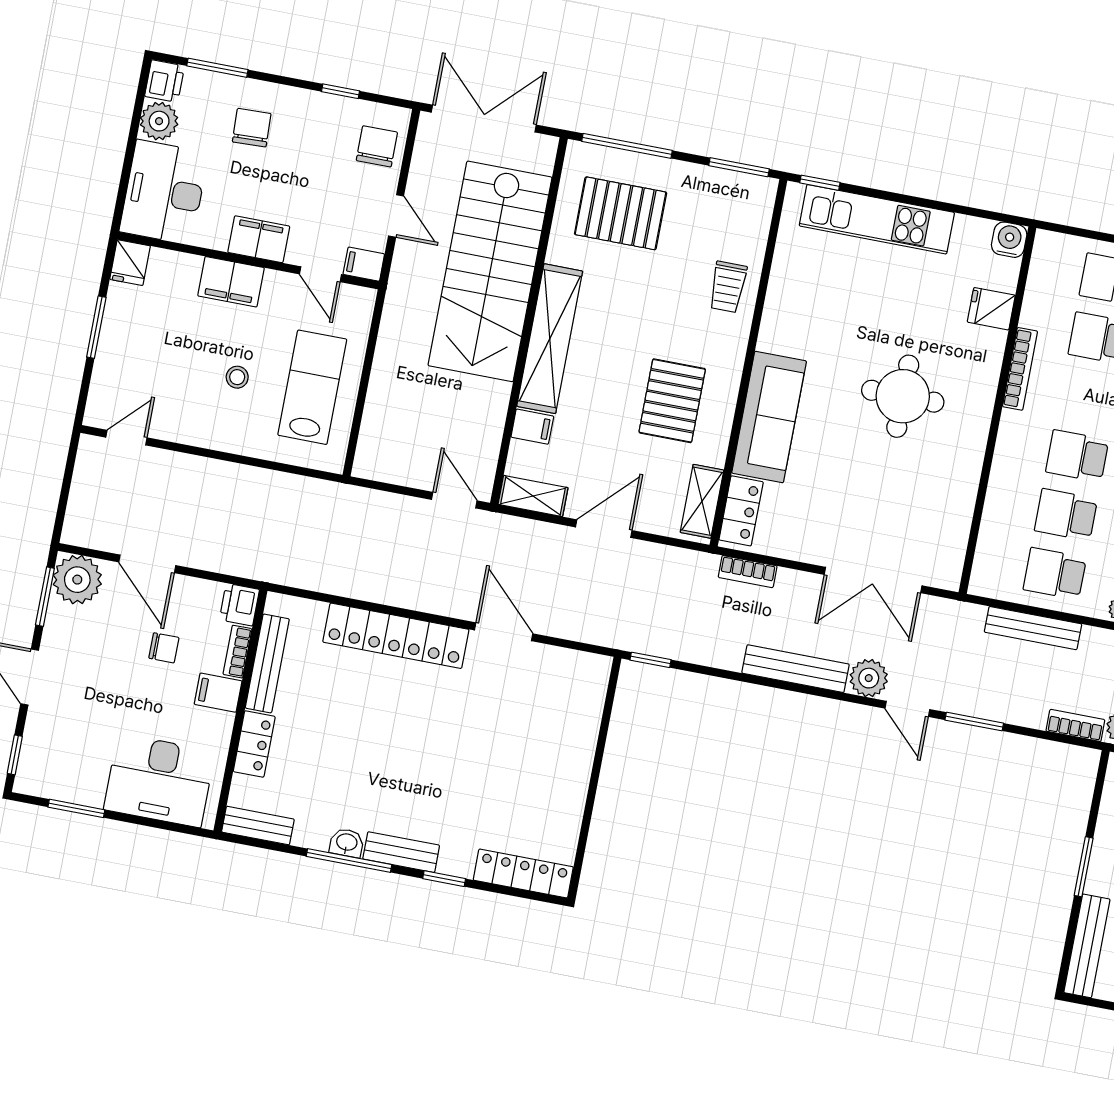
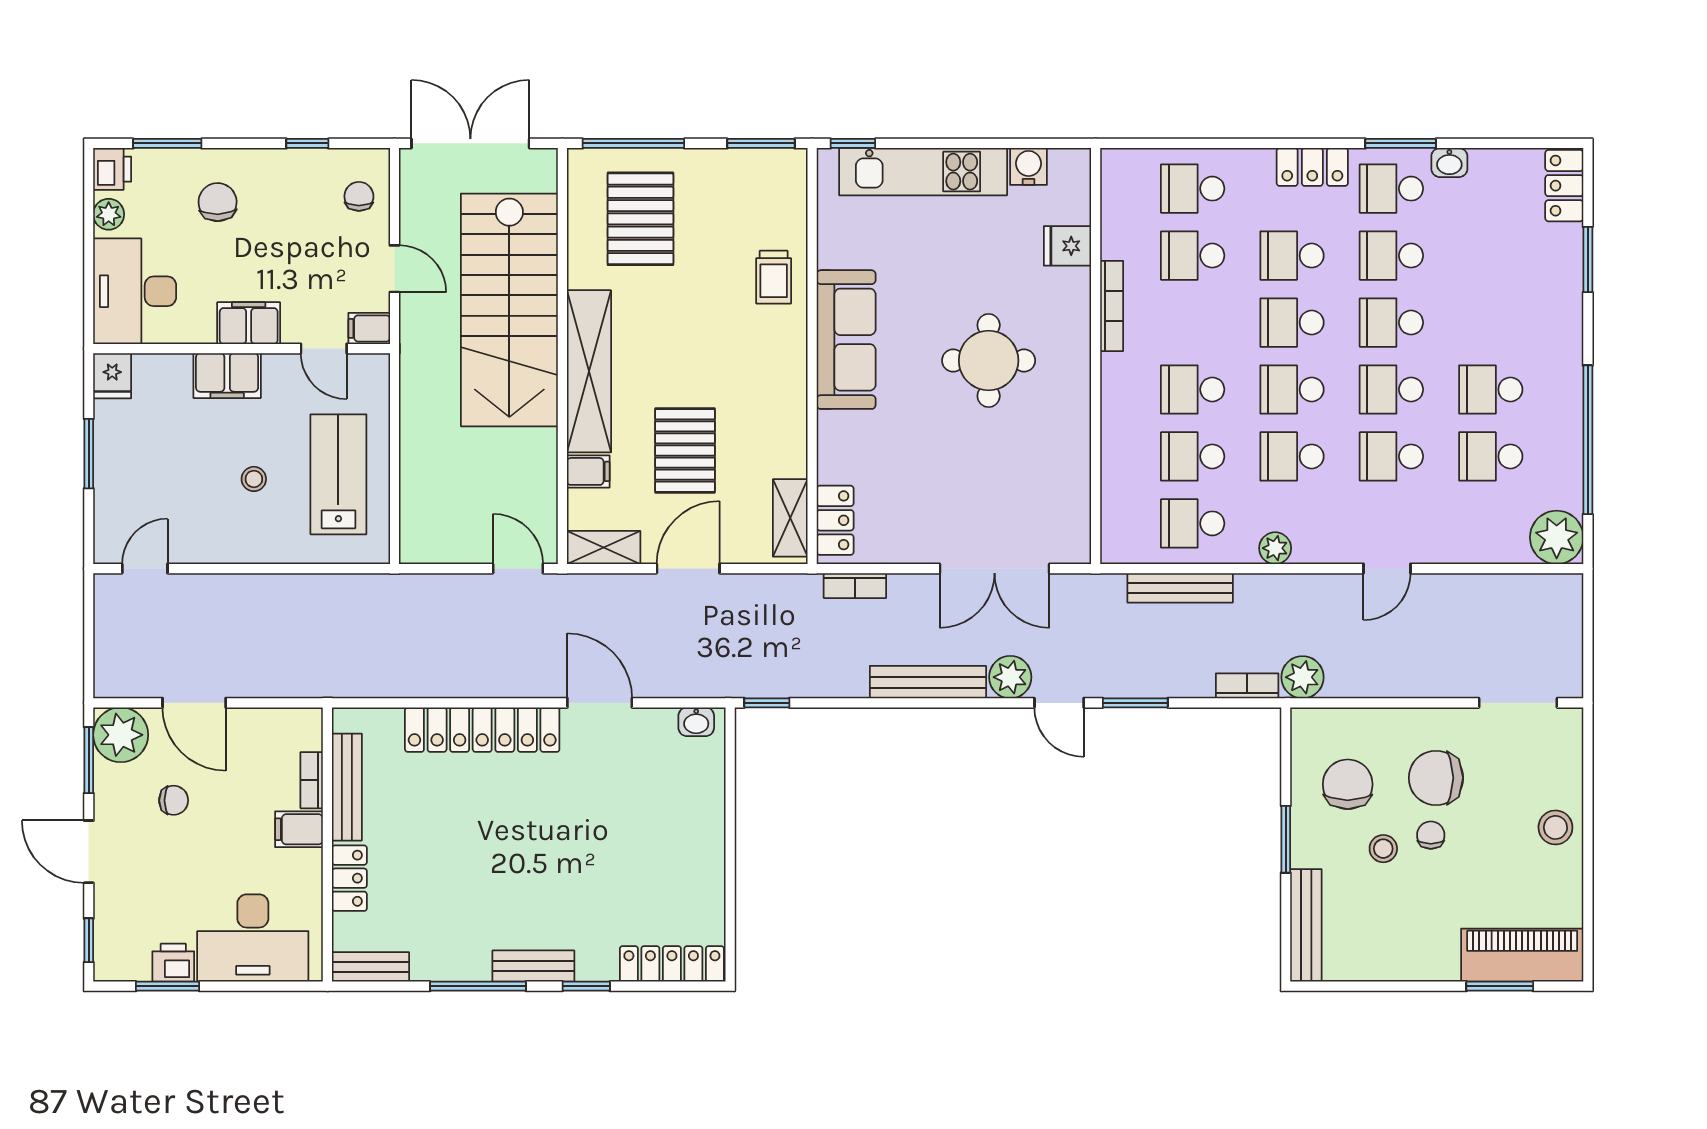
plant: (159, 121) -> (109, 214), width x0.73, depth x0.73
chair: (377, 146) -> (359, 196), width x0.73, depth x0.73
pallet: (621, 213) -> (640, 219), turned 90
water cooler: (1009, 240) -> (1028, 166), moved
pallet: (672, 401) -> (685, 451), moved
sofa: (769, 417) -> (846, 340), moved
printer: (239, 605) -> (173, 963), moved, turned 90
chair: (164, 648) -> (174, 800), moved
washbasin: (347, 843) -> (696, 722), moved, turned 180

